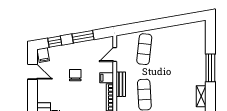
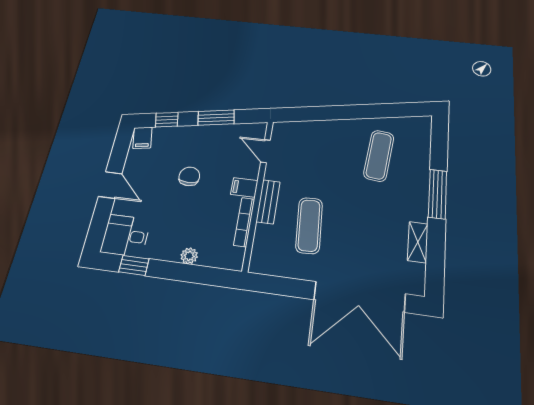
exercise mat: (144, 49) -> (379, 156), moved
door: (115, 54) -> (265, 151), hinge flipped
door: (32, 72) -> (110, 185), moved

